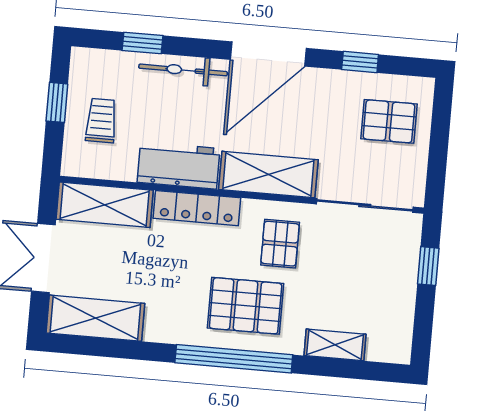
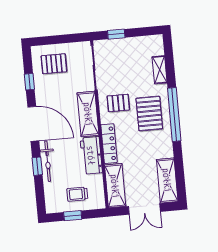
window: (143, 43) -> (37, 166), moved
pallet: (389, 121) -> (54, 64), turned 90

